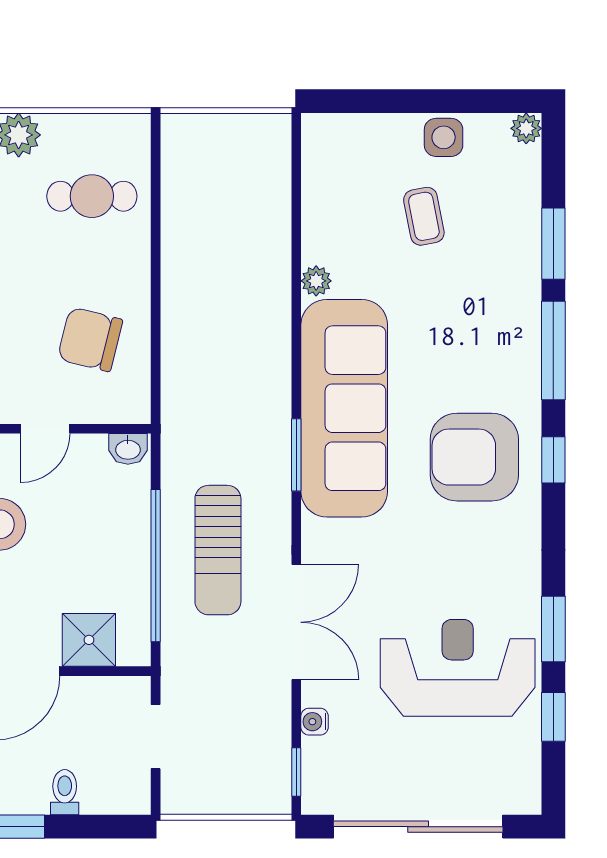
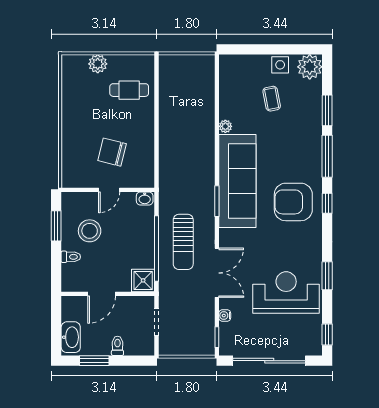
plant: (526, 128) -> (310, 67), width x1.88, depth x1.88
chair: (90, 339) -> (112, 152), moved
shower: (89, 640) -> (143, 280), moved
window: (553, 717) -> (327, 335), moved

